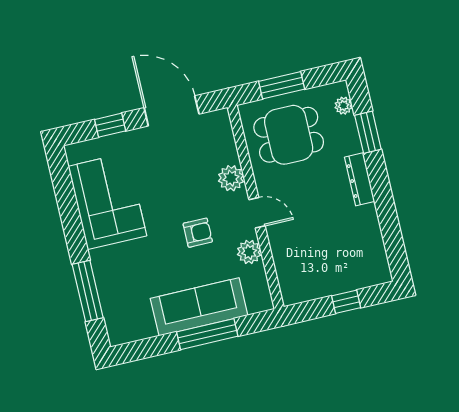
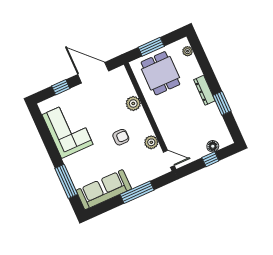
window: (368, 132) -> (222, 103), moved
dining table: (289, 135) -> (160, 73), turned 90
door: (257, 213) -> (169, 159), moved
floor lamp: (355, 280) -> (213, 146), added
sofa: (199, 307) -> (104, 190), moved

